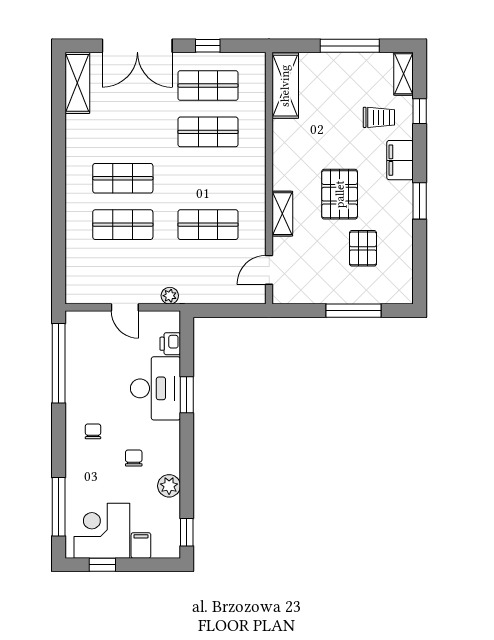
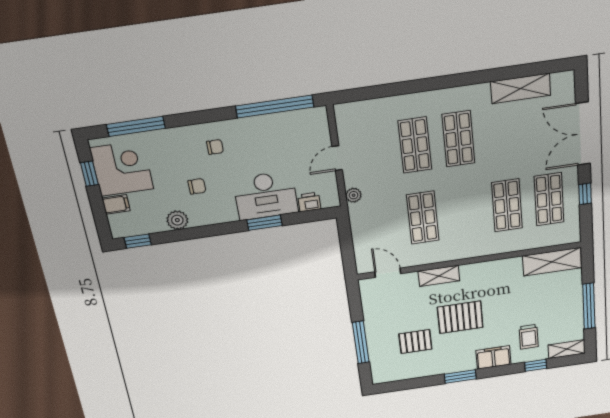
shelving: (77, 83) -> (521, 88), moved

